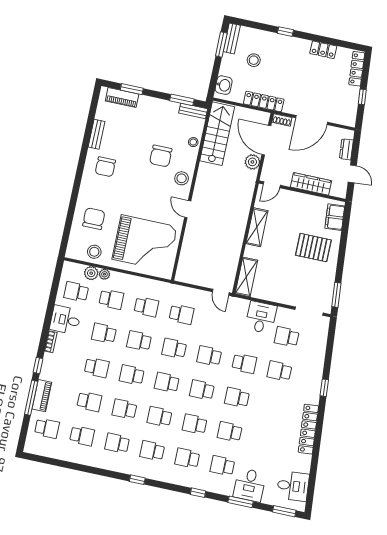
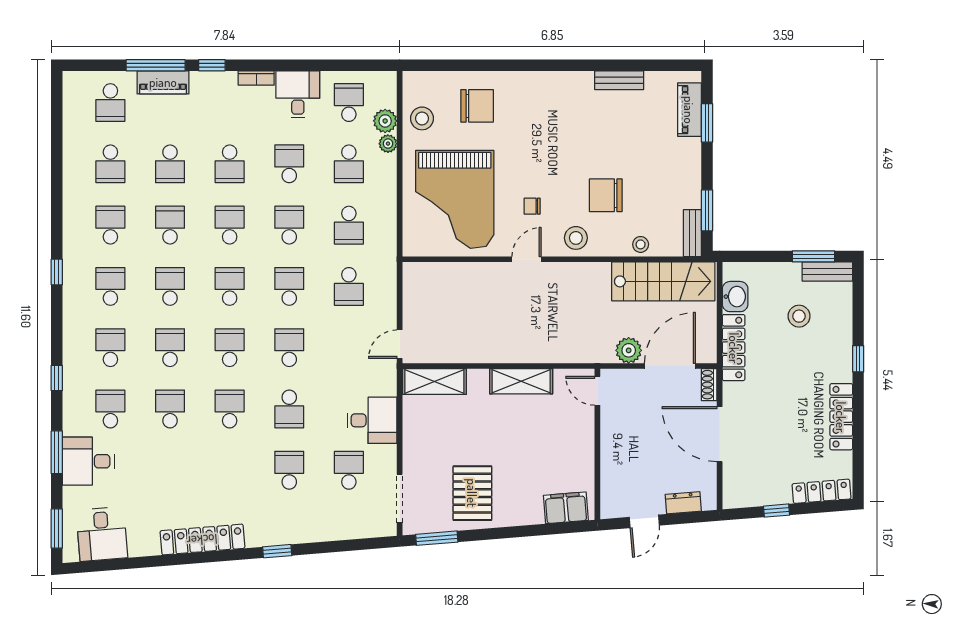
locker: (323, 50) -> (841, 417), width x1.53
washbasin: (224, 85) -> (735, 297), moved, turned -90
chair: (105, 167) -> (532, 206), moved, width x0.54, depth x0.54
wardrobe: (311, 184) -> (613, 456), removed
pallet: (313, 248) -> (472, 493), moved

